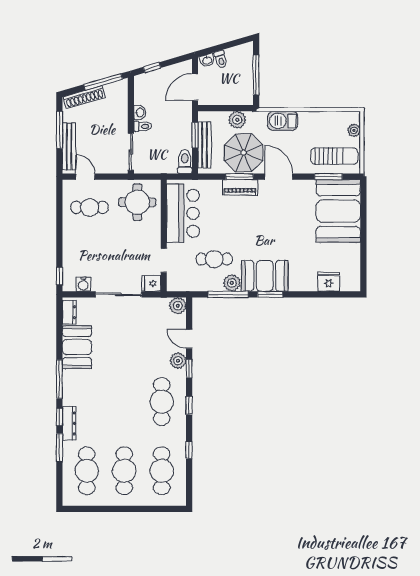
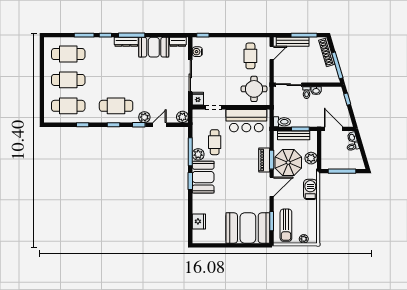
dresser: (69, 423) -> (126, 42), moved

